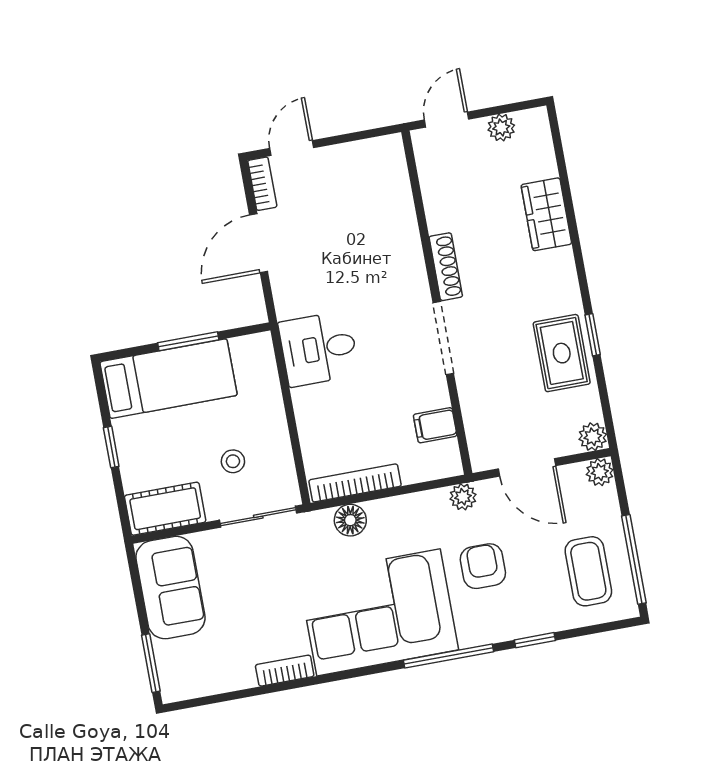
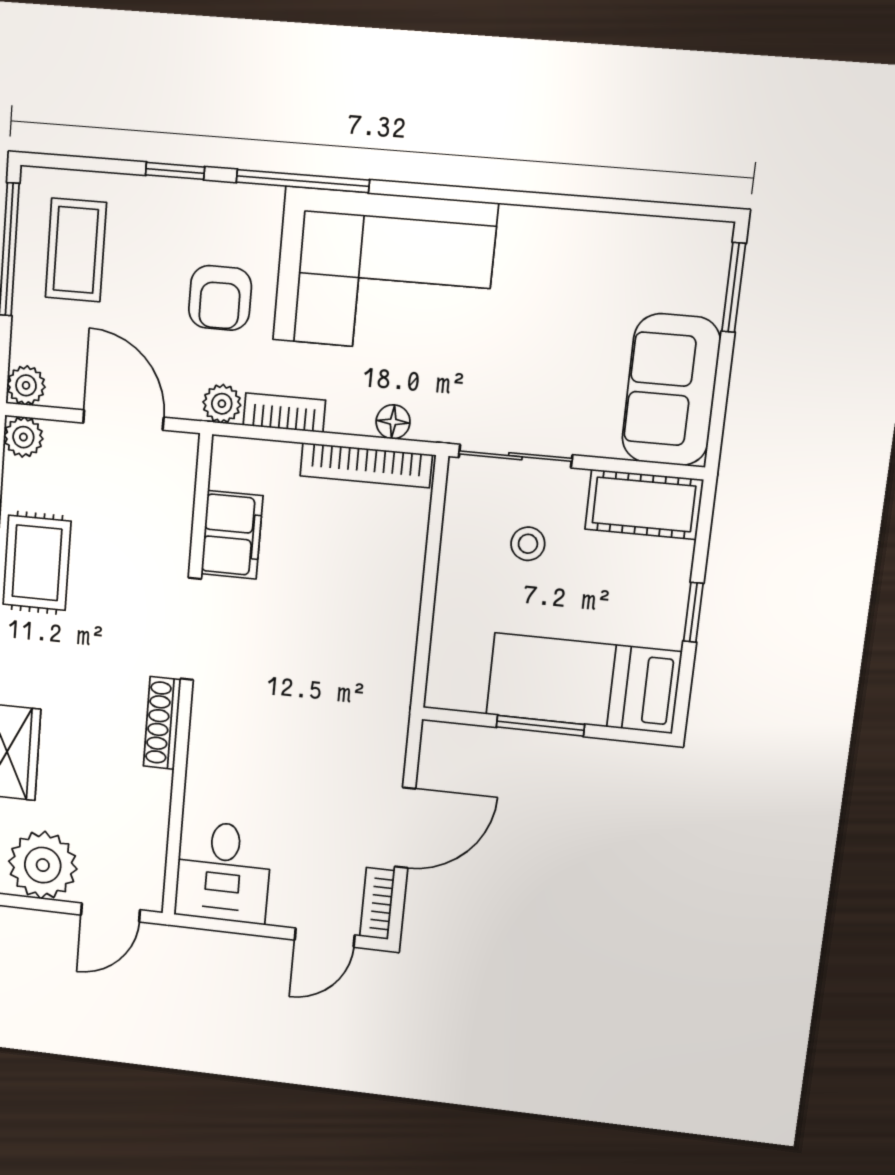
plant: (501, 128) -> (43, 865), width x1.87, depth x1.87
desk: (319, 349) -> (223, 872), moved, turned 90
filing cabinet: (435, 425) -> (232, 535), width x2.00
floor lamp: (350, 520) -> (393, 422), width x0.73, depth x0.73
bookcase: (285, 671) -> (284, 413), moved, turned 180

